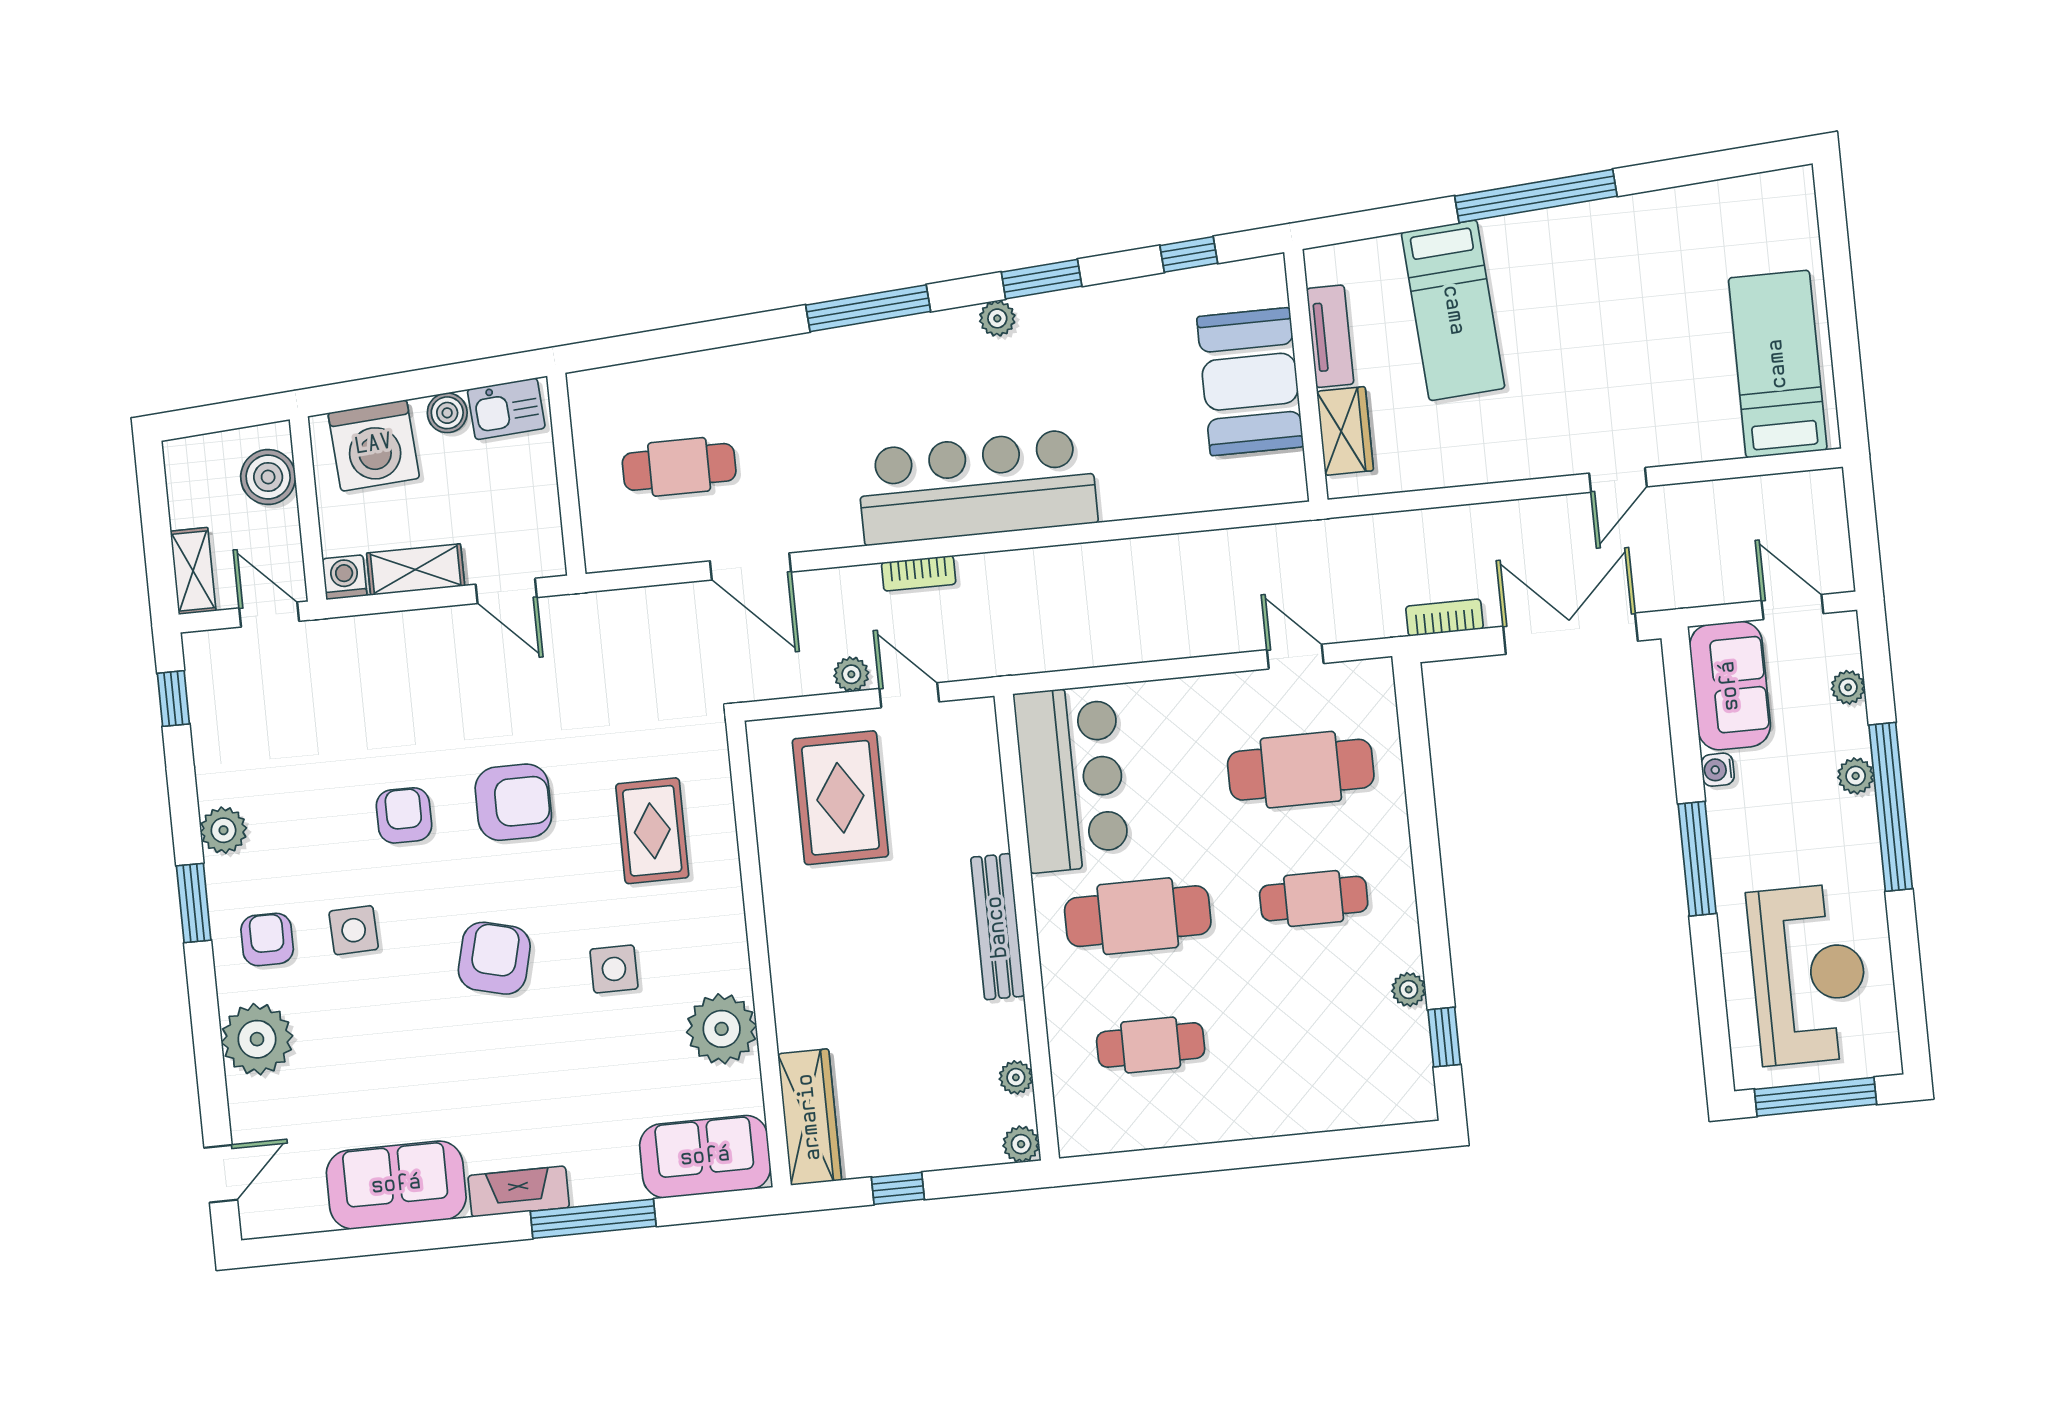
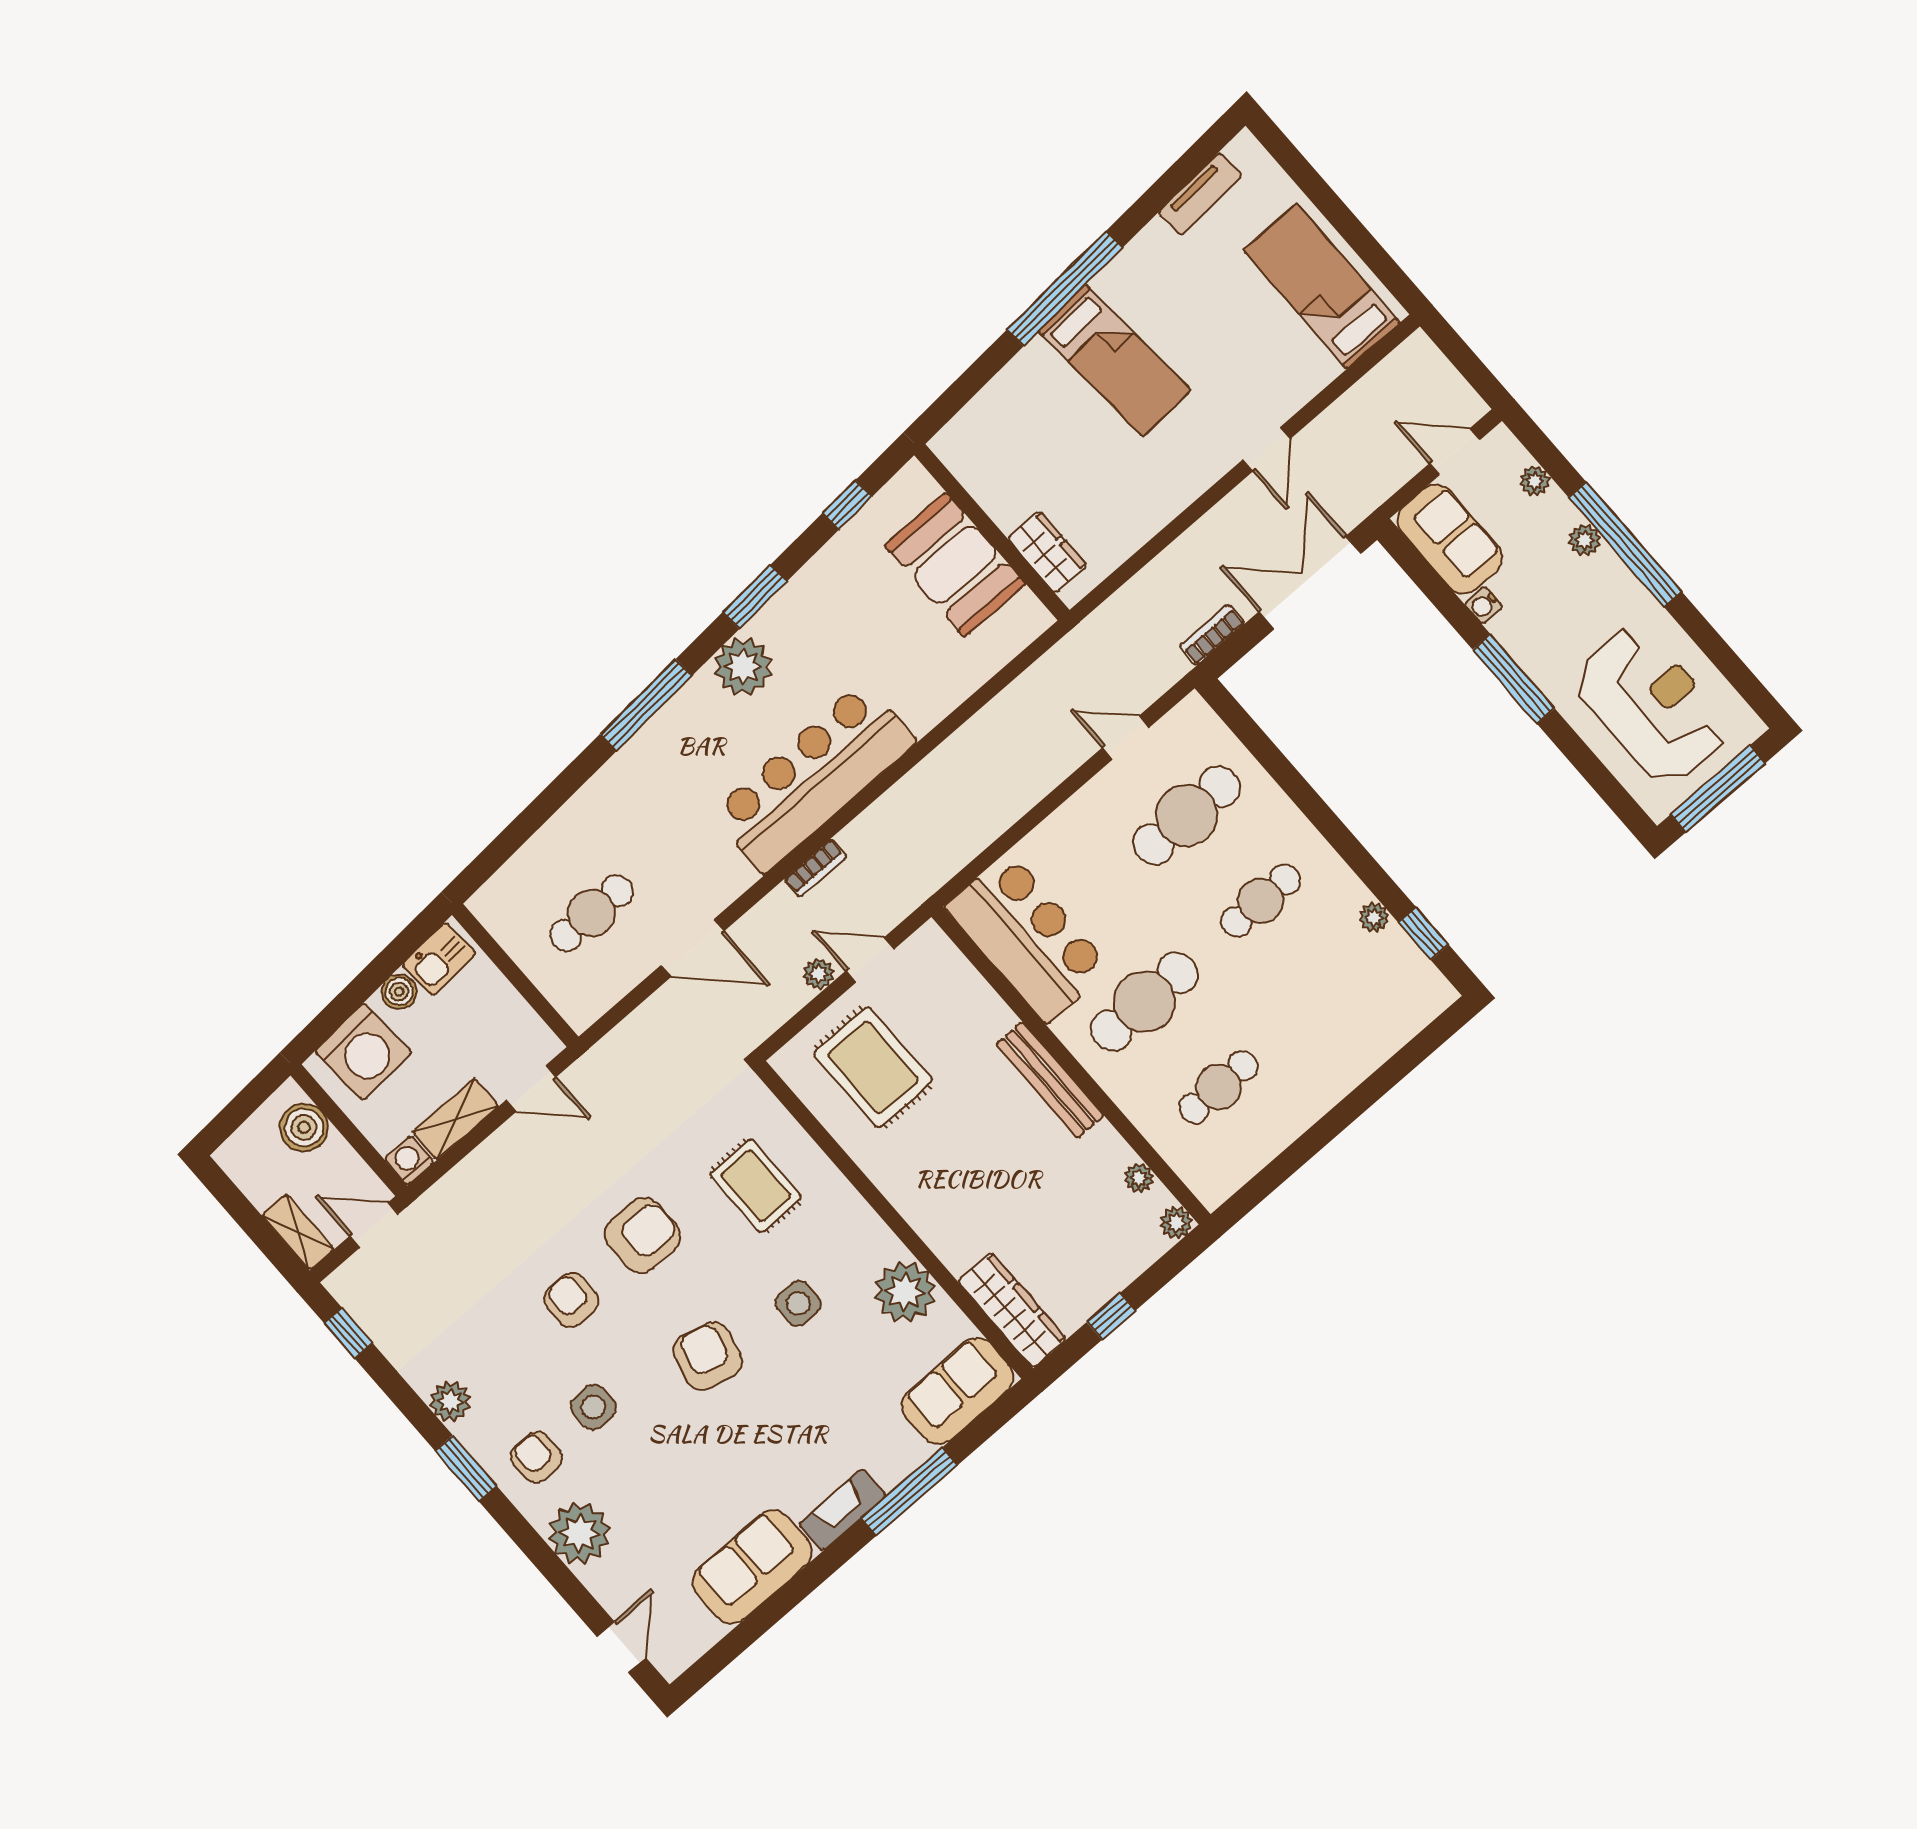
bed: (1453, 310) -> (1115, 361), moved
plant: (997, 318) -> (743, 666), width x1.87, depth x1.87
tv unit: (1330, 336) -> (1200, 194), moved, turned 86

